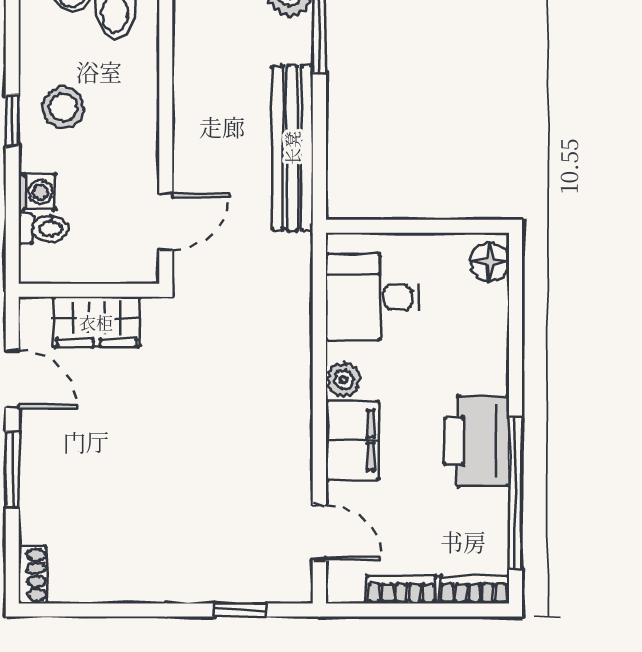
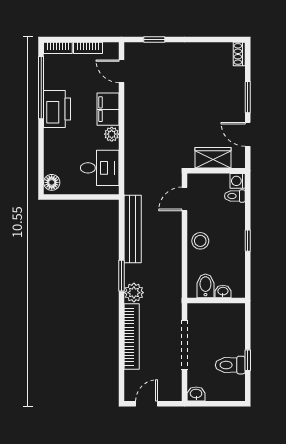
stool: (63, 108) -> (200, 241), moved
washing machine: (37, 192) -> (238, 181), moved

